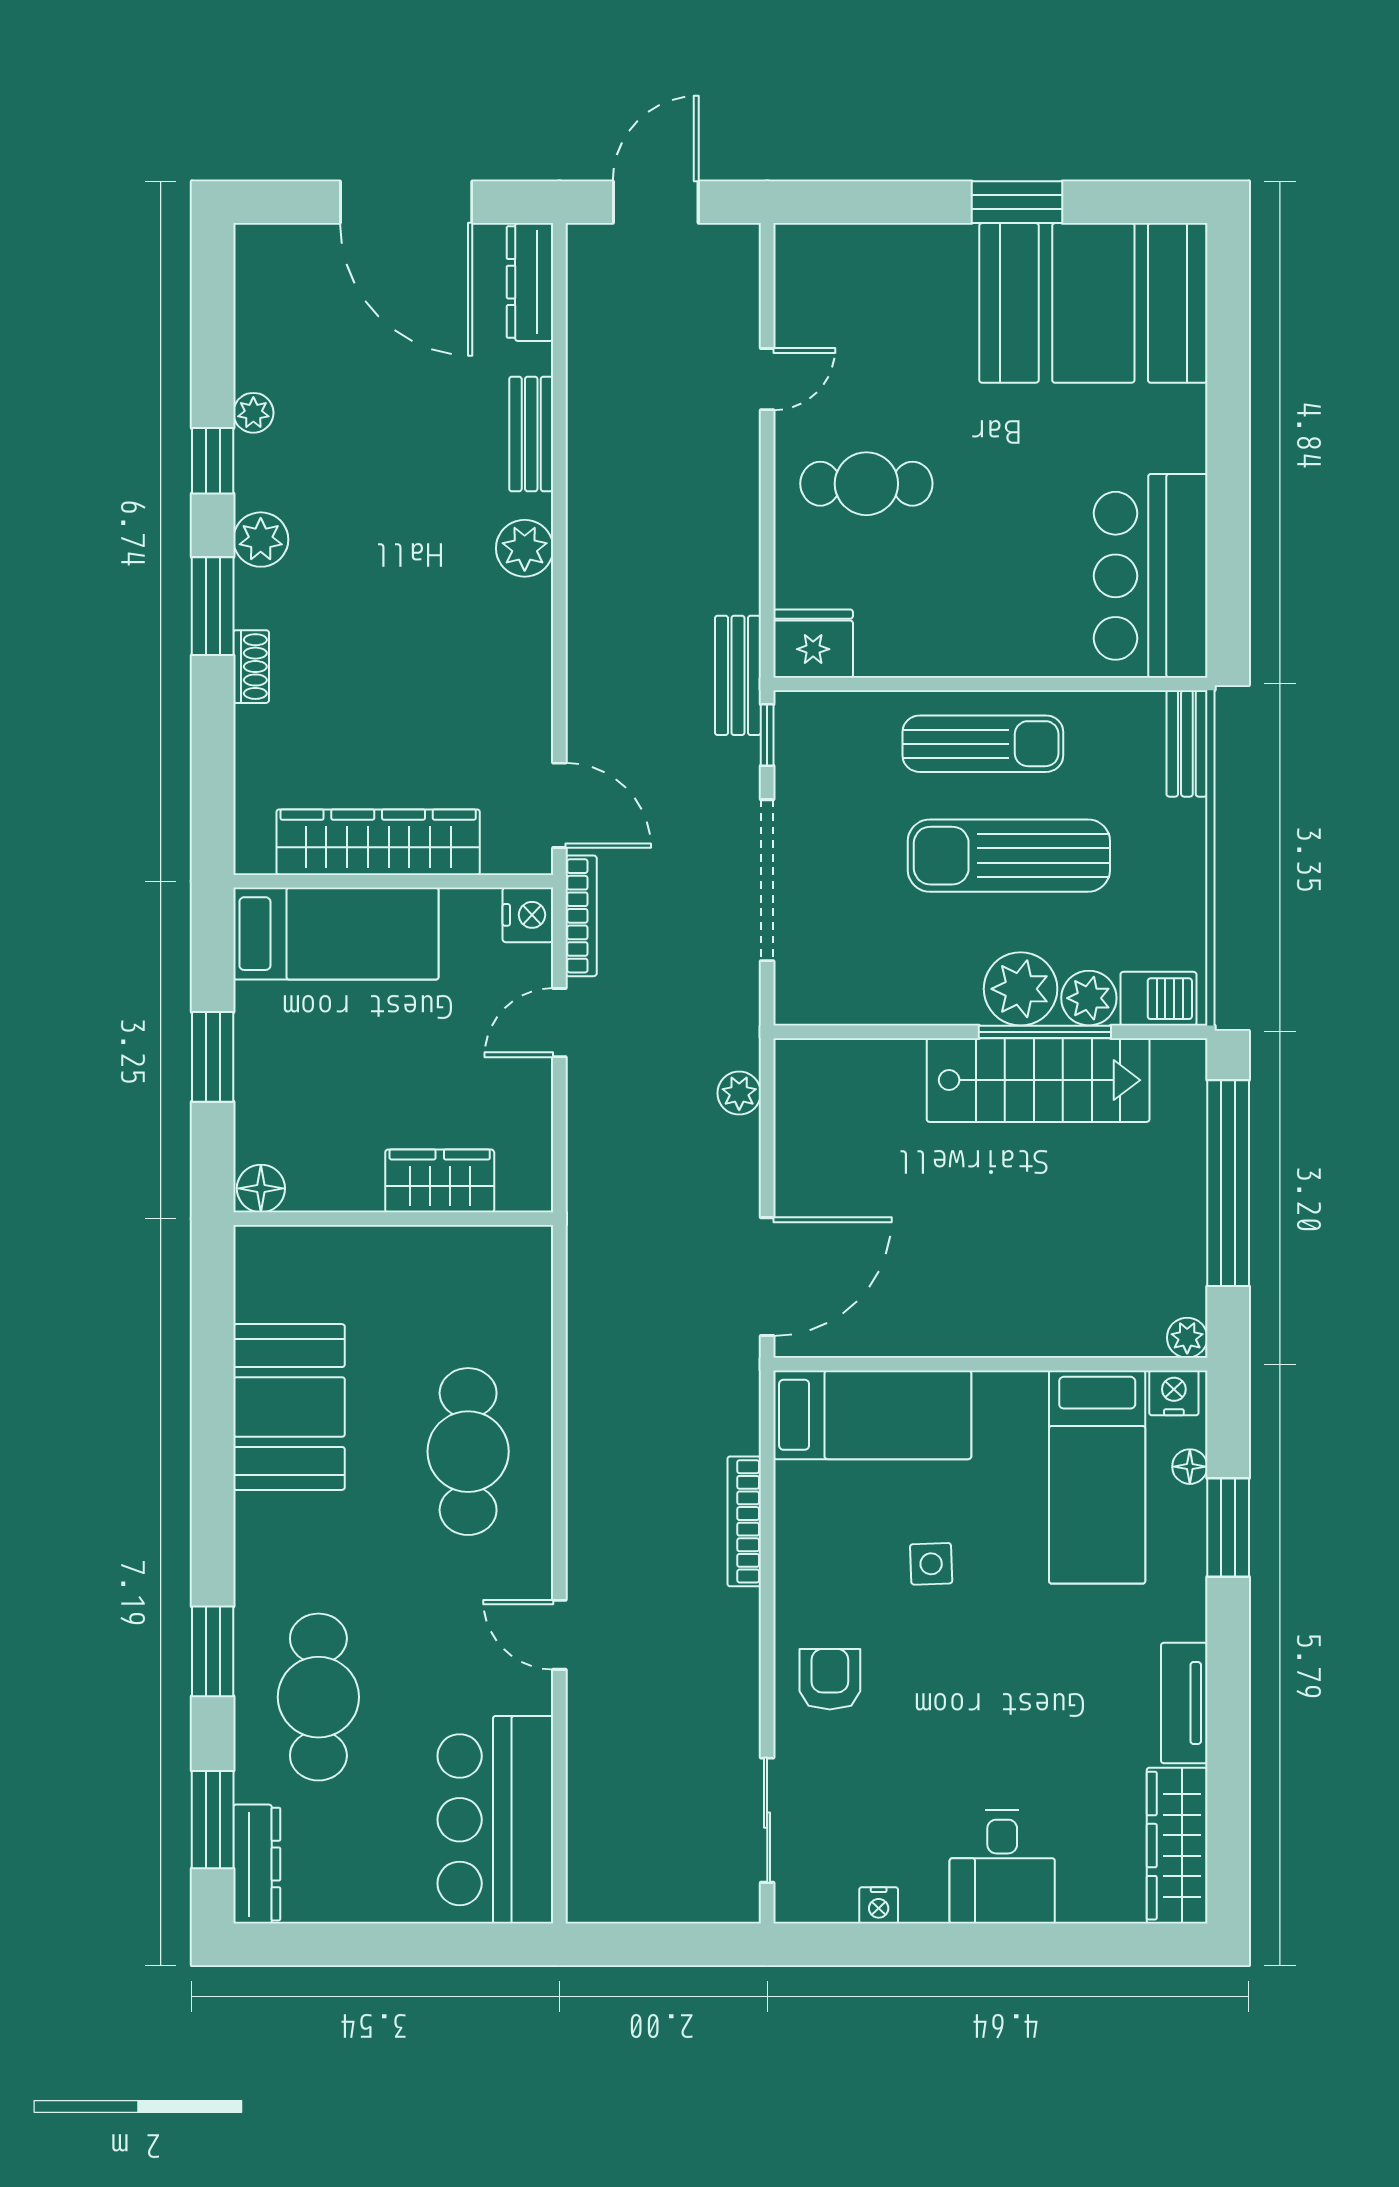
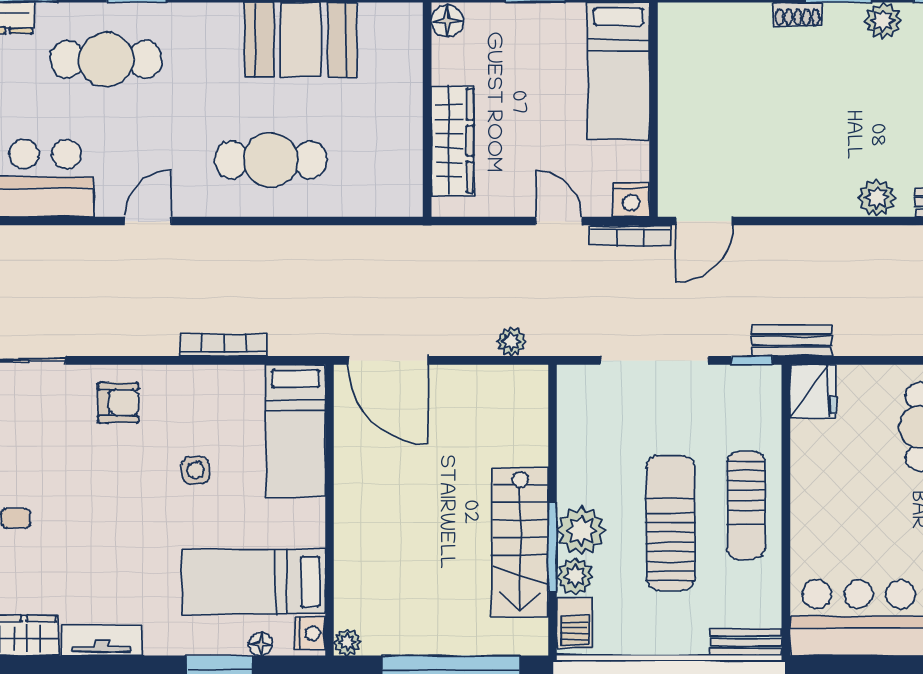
wardrobe: (378, 842) -> (680, 99), removed
wardrobe: (440, 1181) -> (452, 141), width x1.50

